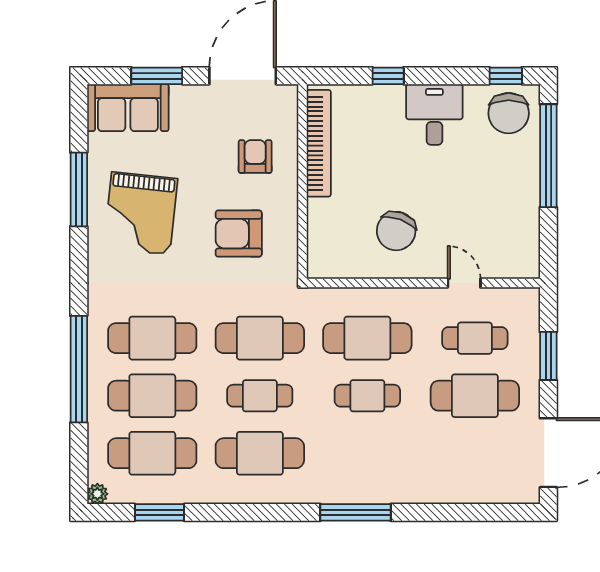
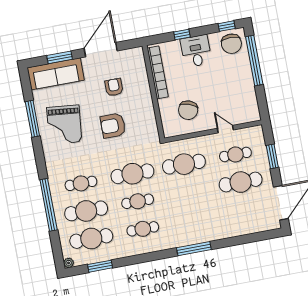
window: (388, 76) -> (182, 34), moved
sofa: (128, 108) -> (56, 74), width x1.36
bookcase: (319, 143) -> (158, 72), moved
wall: (303, 181) -> (153, 92), moved
cafe table: (152, 338) -> (81, 183), width x0.73, depth x0.74
cafe table: (367, 396) -> (189, 192), removed
cafe table: (260, 453) -> (143, 229), width x0.73, depth x0.74

